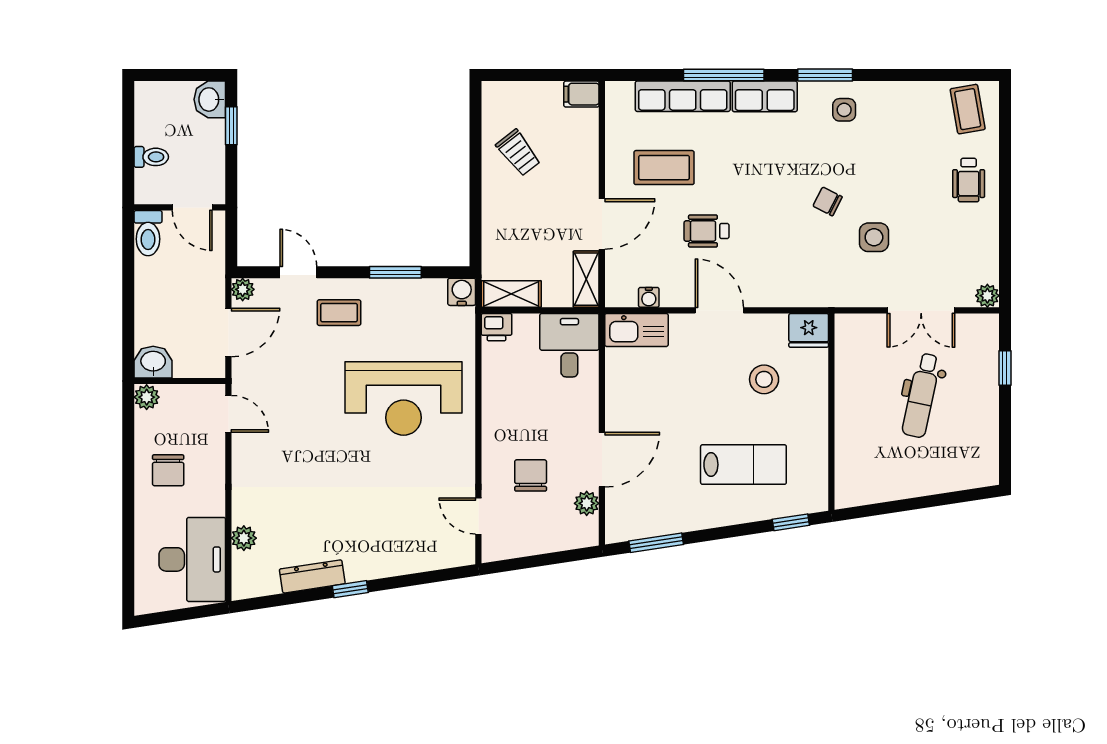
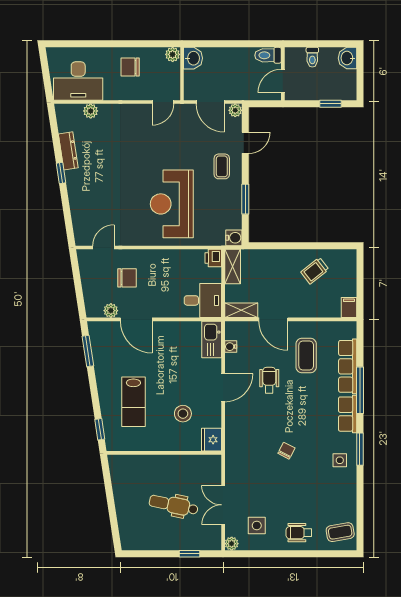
washbasin: (210, 99) -> (347, 58), moved, turned -90
side table: (874, 237) -> (257, 526), moved

